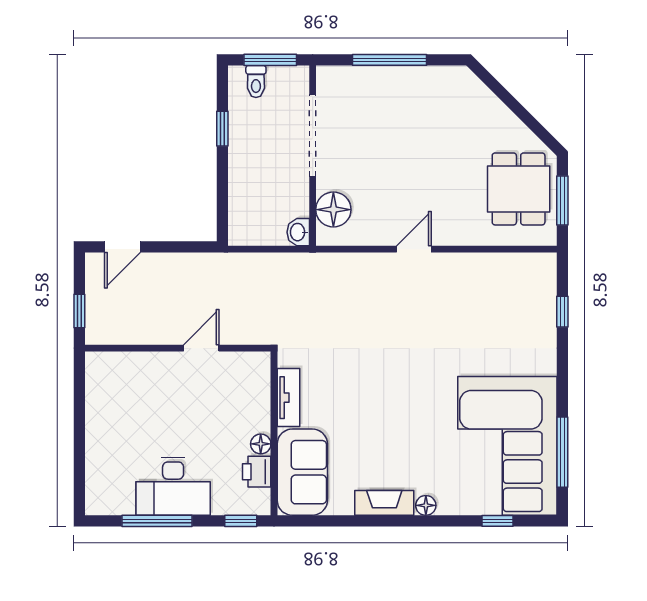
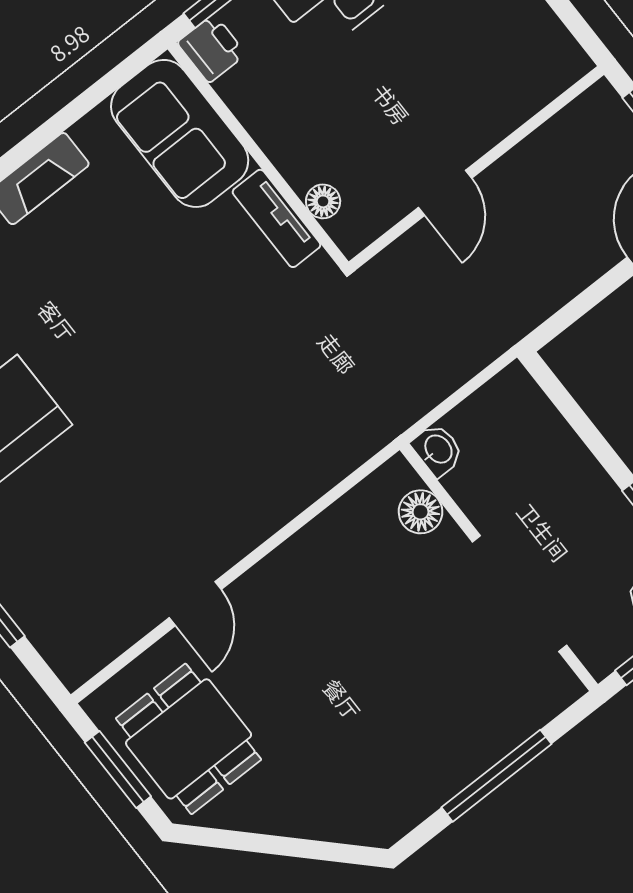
floor lamp: (333, 210) -> (421, 512), width x0.73, depth x0.73
door: (414, 249) -> (195, 604), moved
floor lamp: (261, 444) -> (323, 201), moved
printer: (257, 472) -> (212, 48), moved

